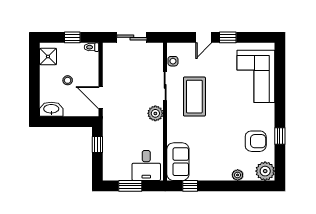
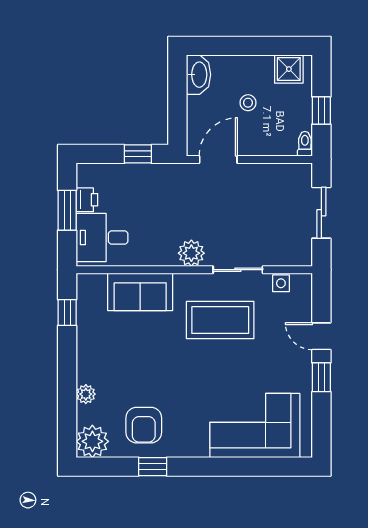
sofa: (178, 162) -> (140, 292), moved
printer: (124, 174) -> (87, 200), added

